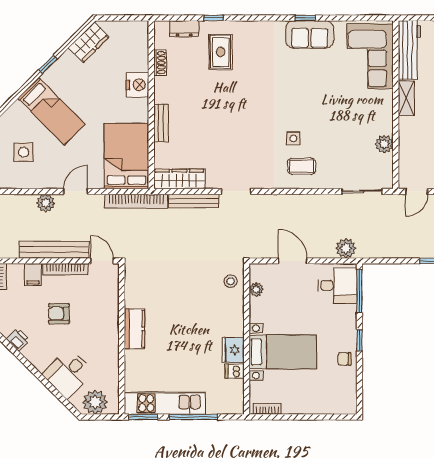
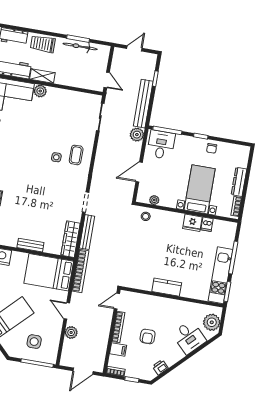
plant: (384, 144) -> (40, 91), moved
bench: (54, 250) -> (143, 104), moved
dresser: (303, 406) -> (239, 182), added

